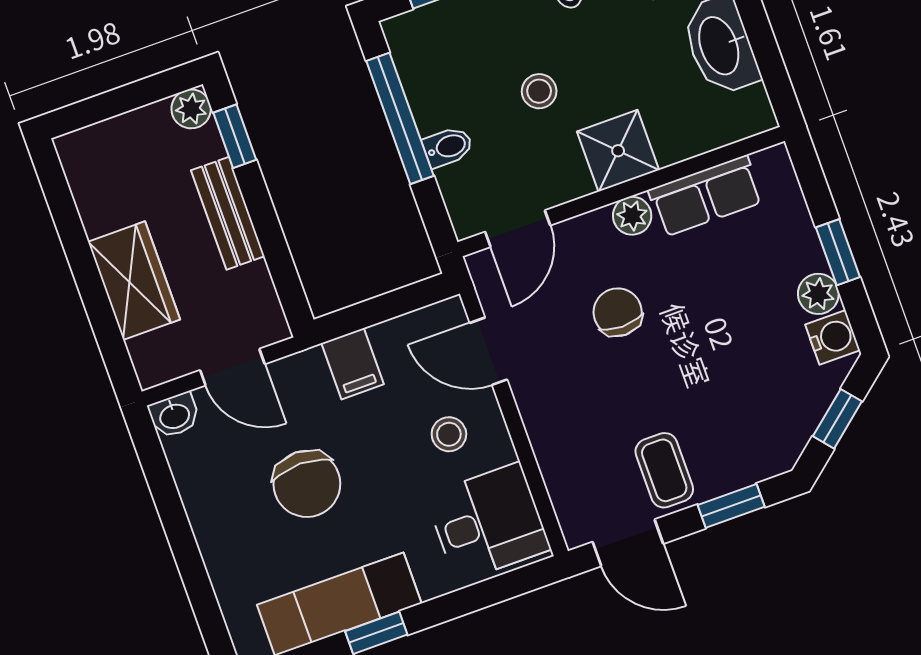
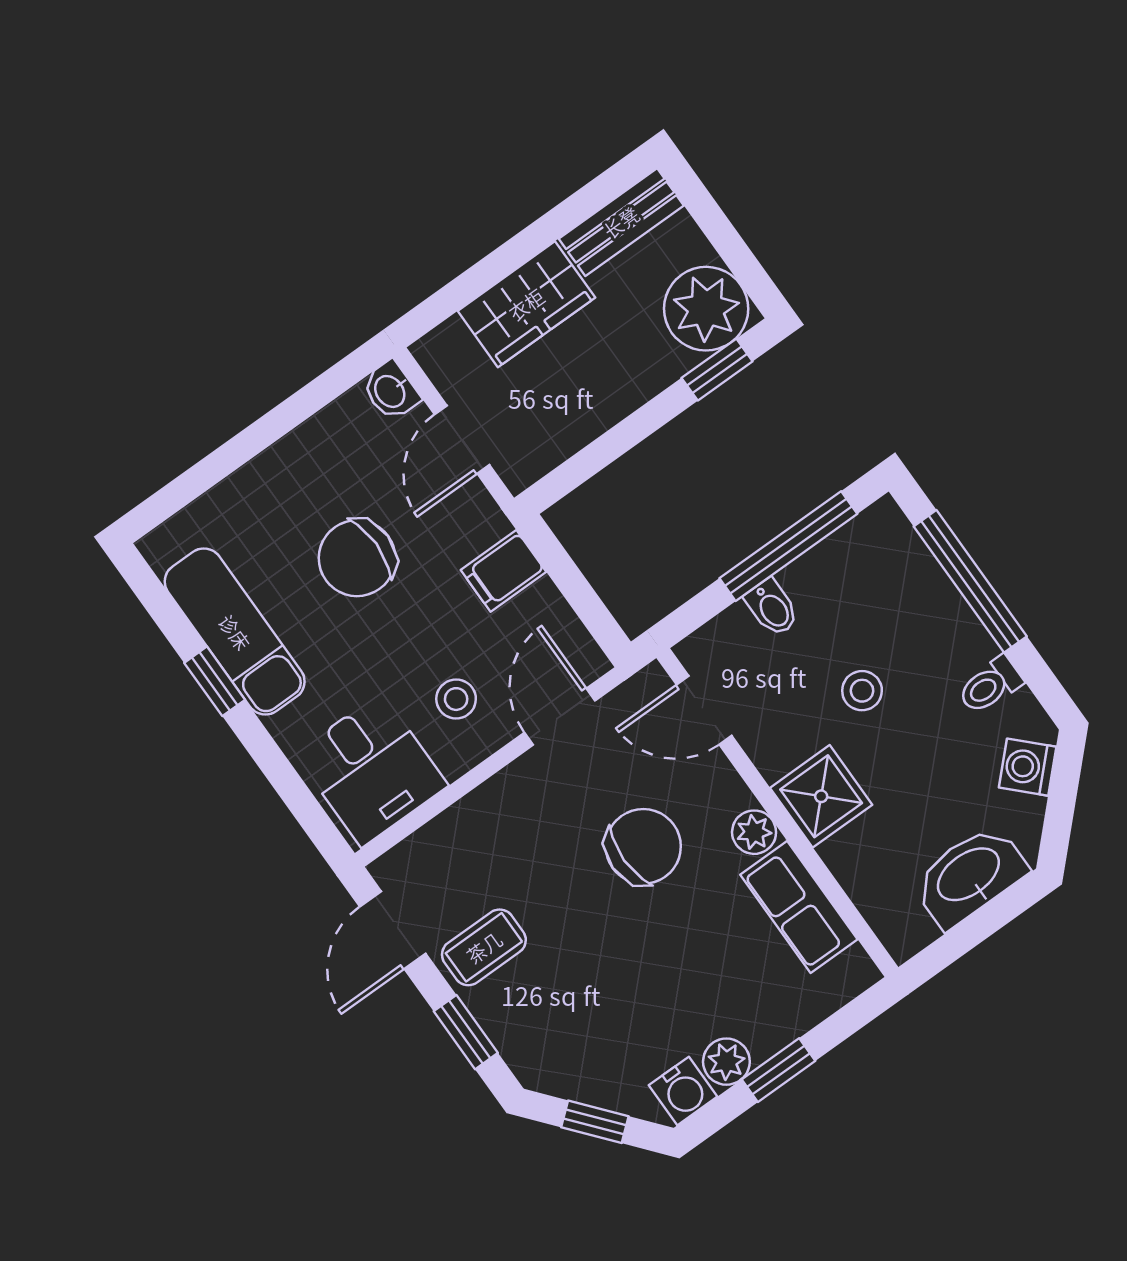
plant: (191, 109) -> (706, 309), width x1.88, depth x1.88
bench: (228, 213) -> (621, 222), moved
chair: (618, 312) -> (643, 846), width x1.37, depth x1.37

